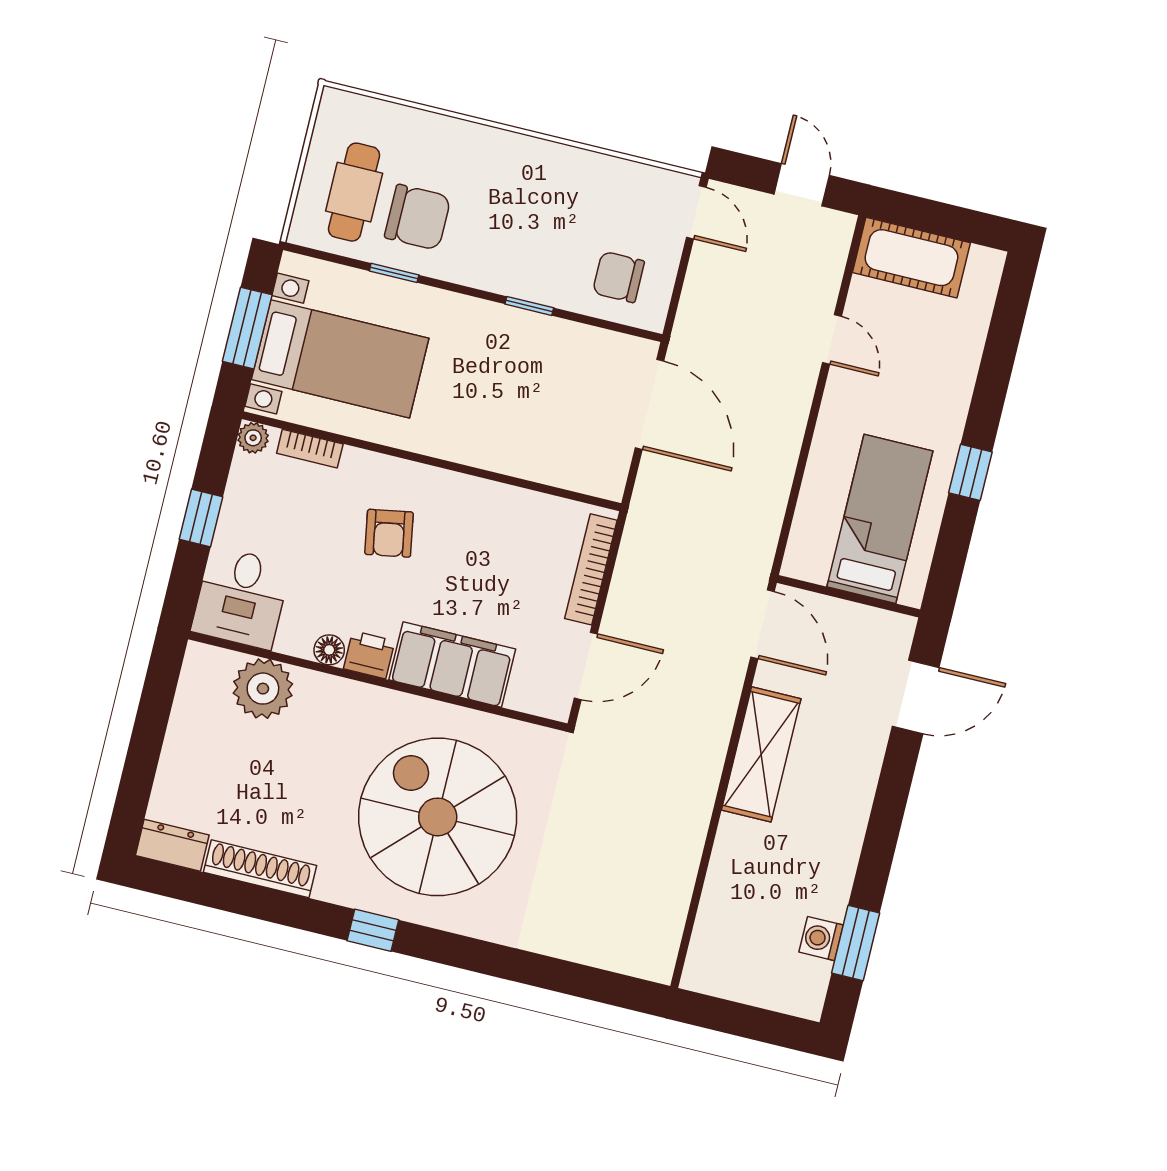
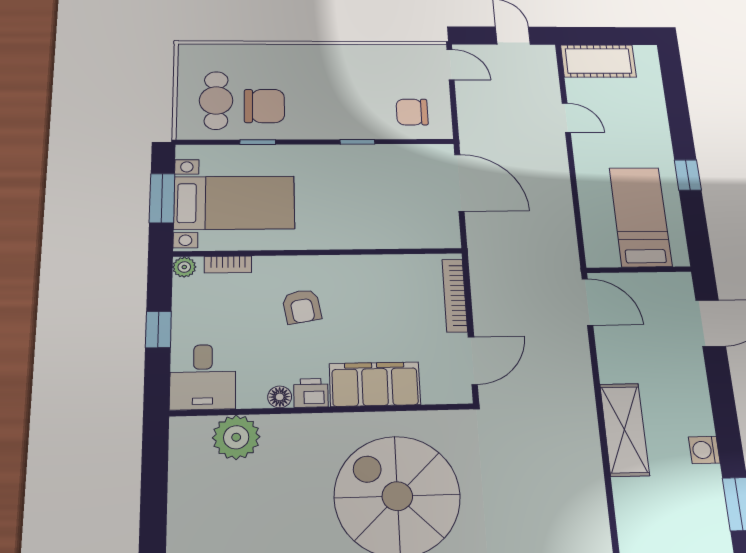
shelving: (761, 754) -> (624, 429), moved
washing machine: (821, 939) -> (704, 450), moved

